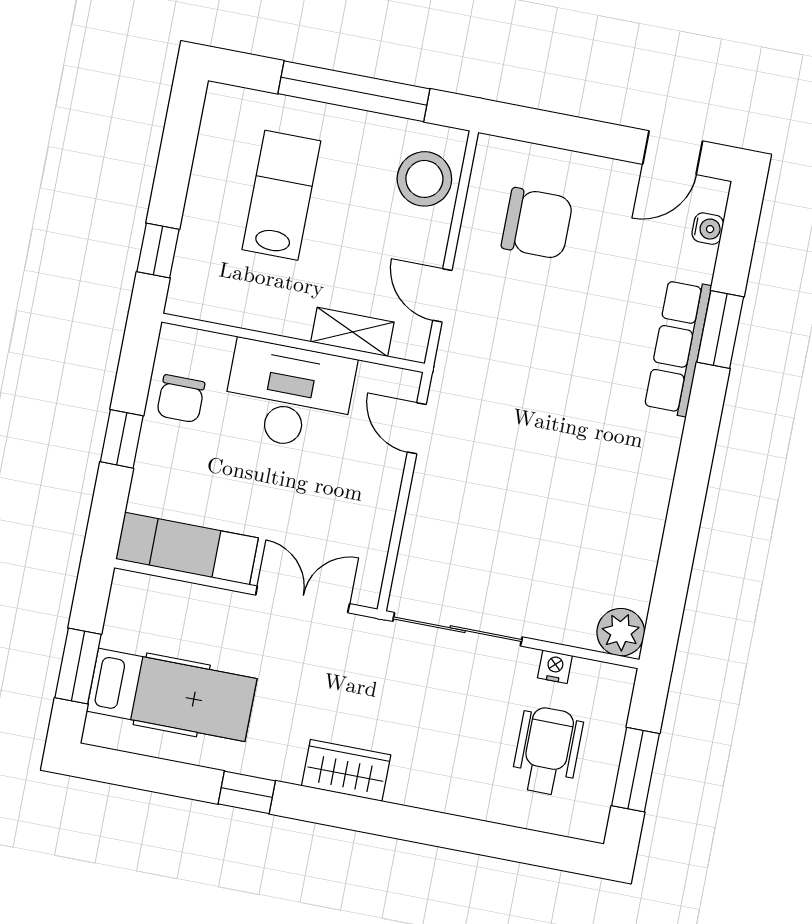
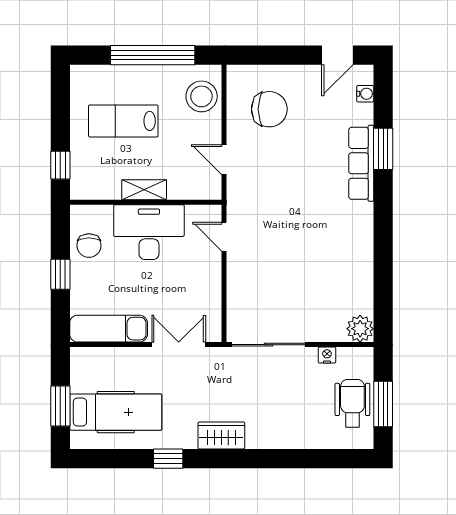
lab bench: (281, 195) -> (123, 121), turned -90
shelving: (352, 332) -> (144, 190), moved
wheelchair: (547, 751) -> (352, 403), moved

